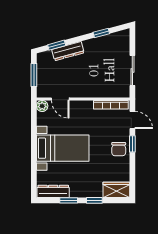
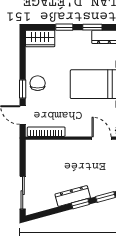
window: (101, 33) -> (80, 204), moved
dresser: (68, 51) -> (73, 196), moved
sliding door: (132, 70) -> (23, 193), moved

